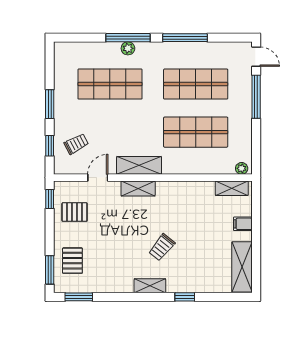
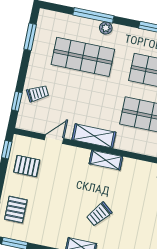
window: (128, 38) -> (93, 15), moved
window: (50, 104) -> (30, 37), moved
trolley: (76, 144) -> (38, 93), moved
shelving: (138, 188) -> (106, 160), moved

